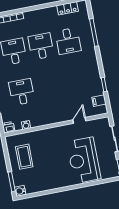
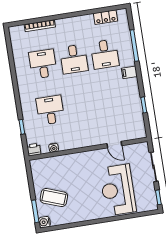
desk: (41, 46) -> (74, 59), turned 180
filing cabinet: (99, 101) -> (129, 72), moved
door: (79, 120) -> (114, 145), swing flipped
coffee table: (24, 157) -> (54, 198), moved, turned -70

